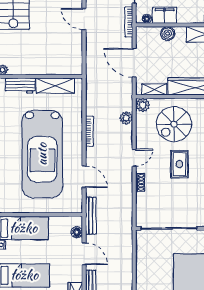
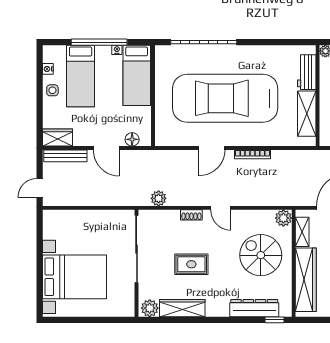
plant: (126, 118) -> (159, 198), moved
rug: (179, 164) -> (191, 264), moved
door: (84, 177) -> (212, 148), moved
bench: (91, 216) -> (152, 156), removed
door: (84, 254) -> (106, 148), hinge flipped

